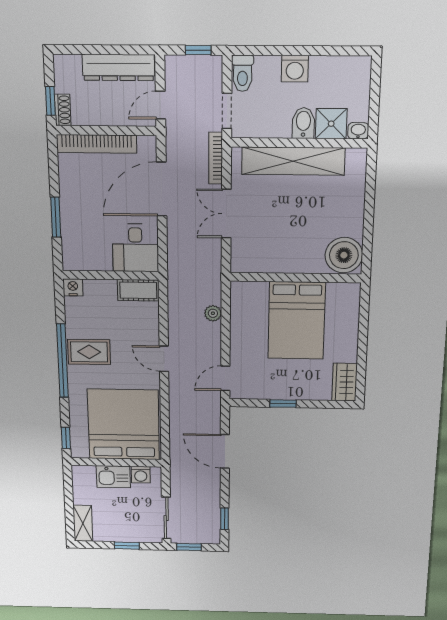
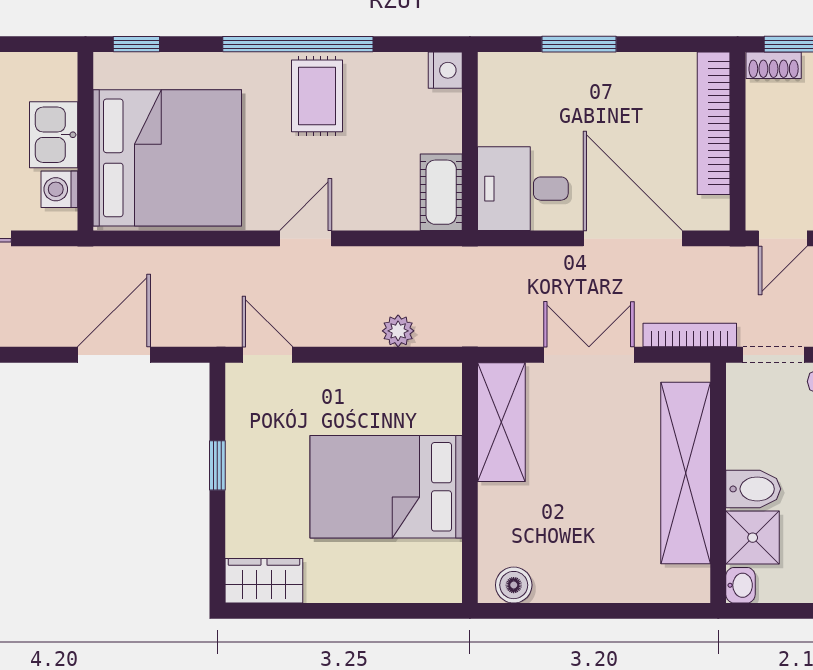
door: (160, 105) -> (783, 238), swing flipped
boiler: (344, 255) -> (514, 585), width x0.54, depth x0.54
shelving: (263, 261) -> (501, 422), added

